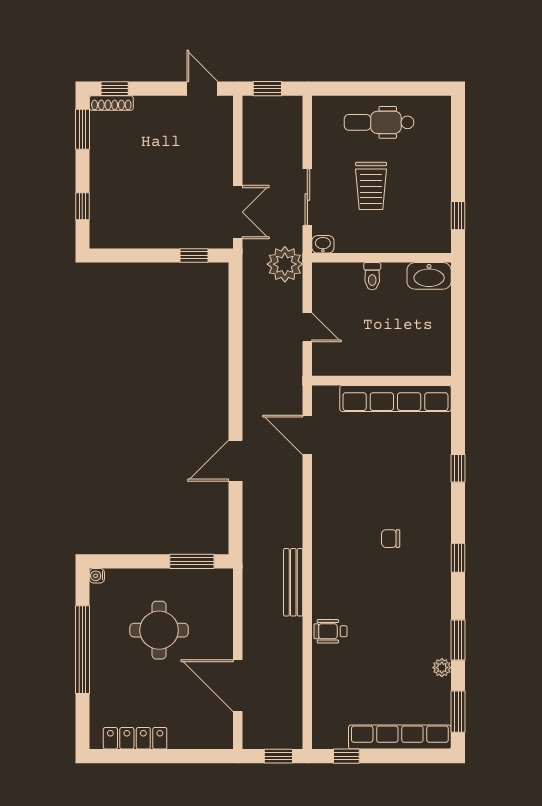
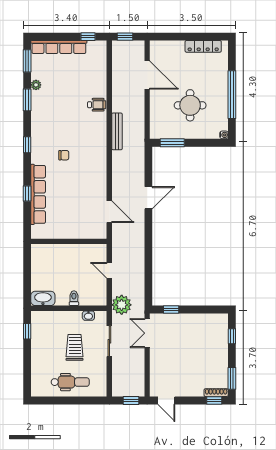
washbasin: (323, 244) -> (88, 316), moved
row of seats: (395, 398) -> (38, 194), moved, turned 90

